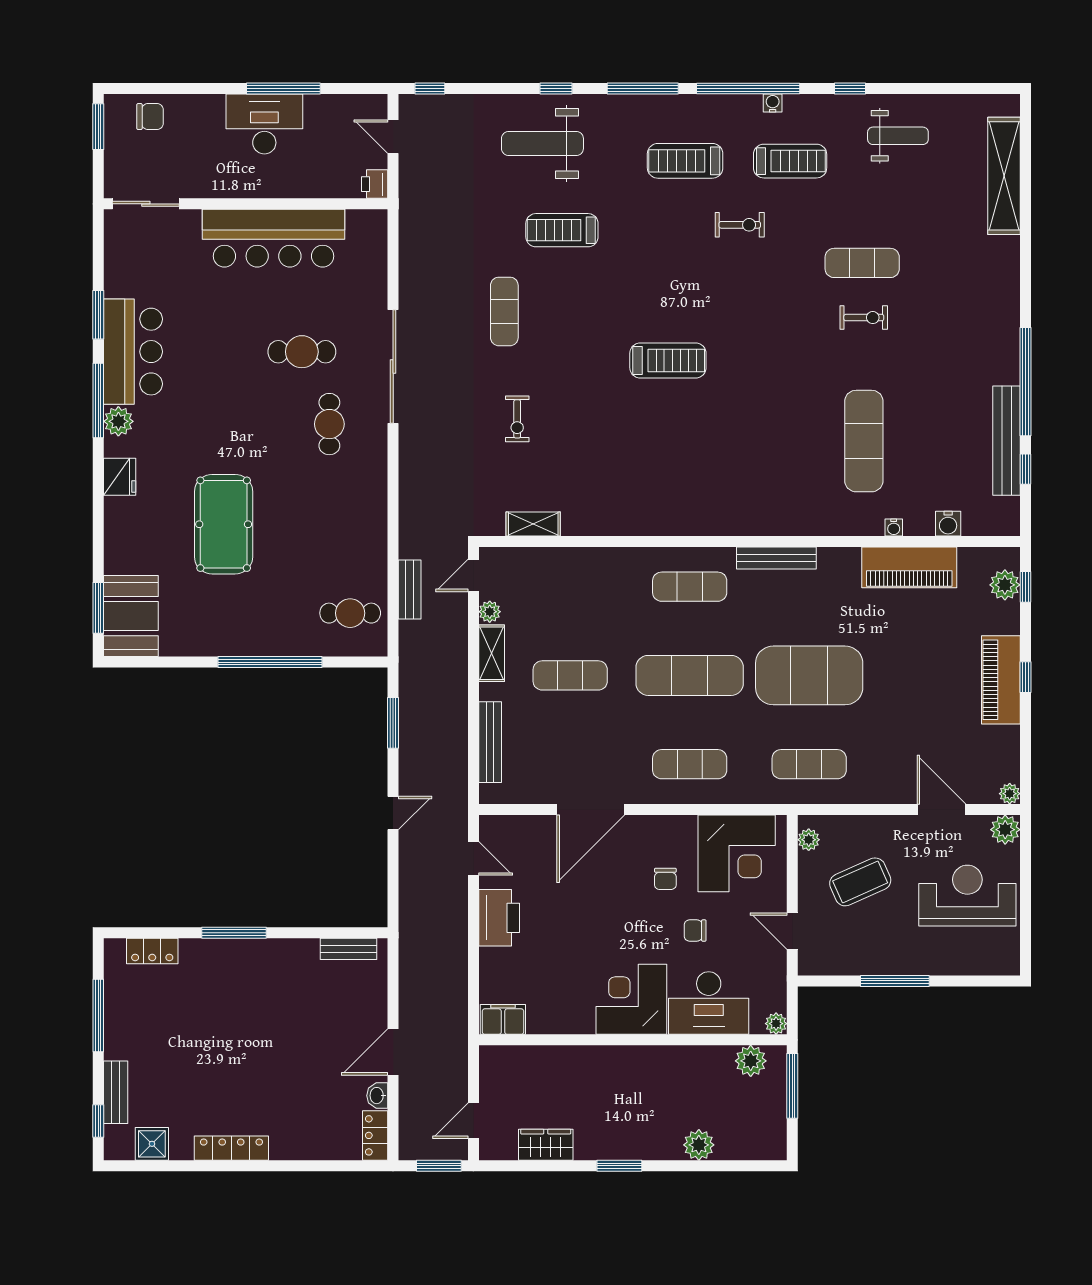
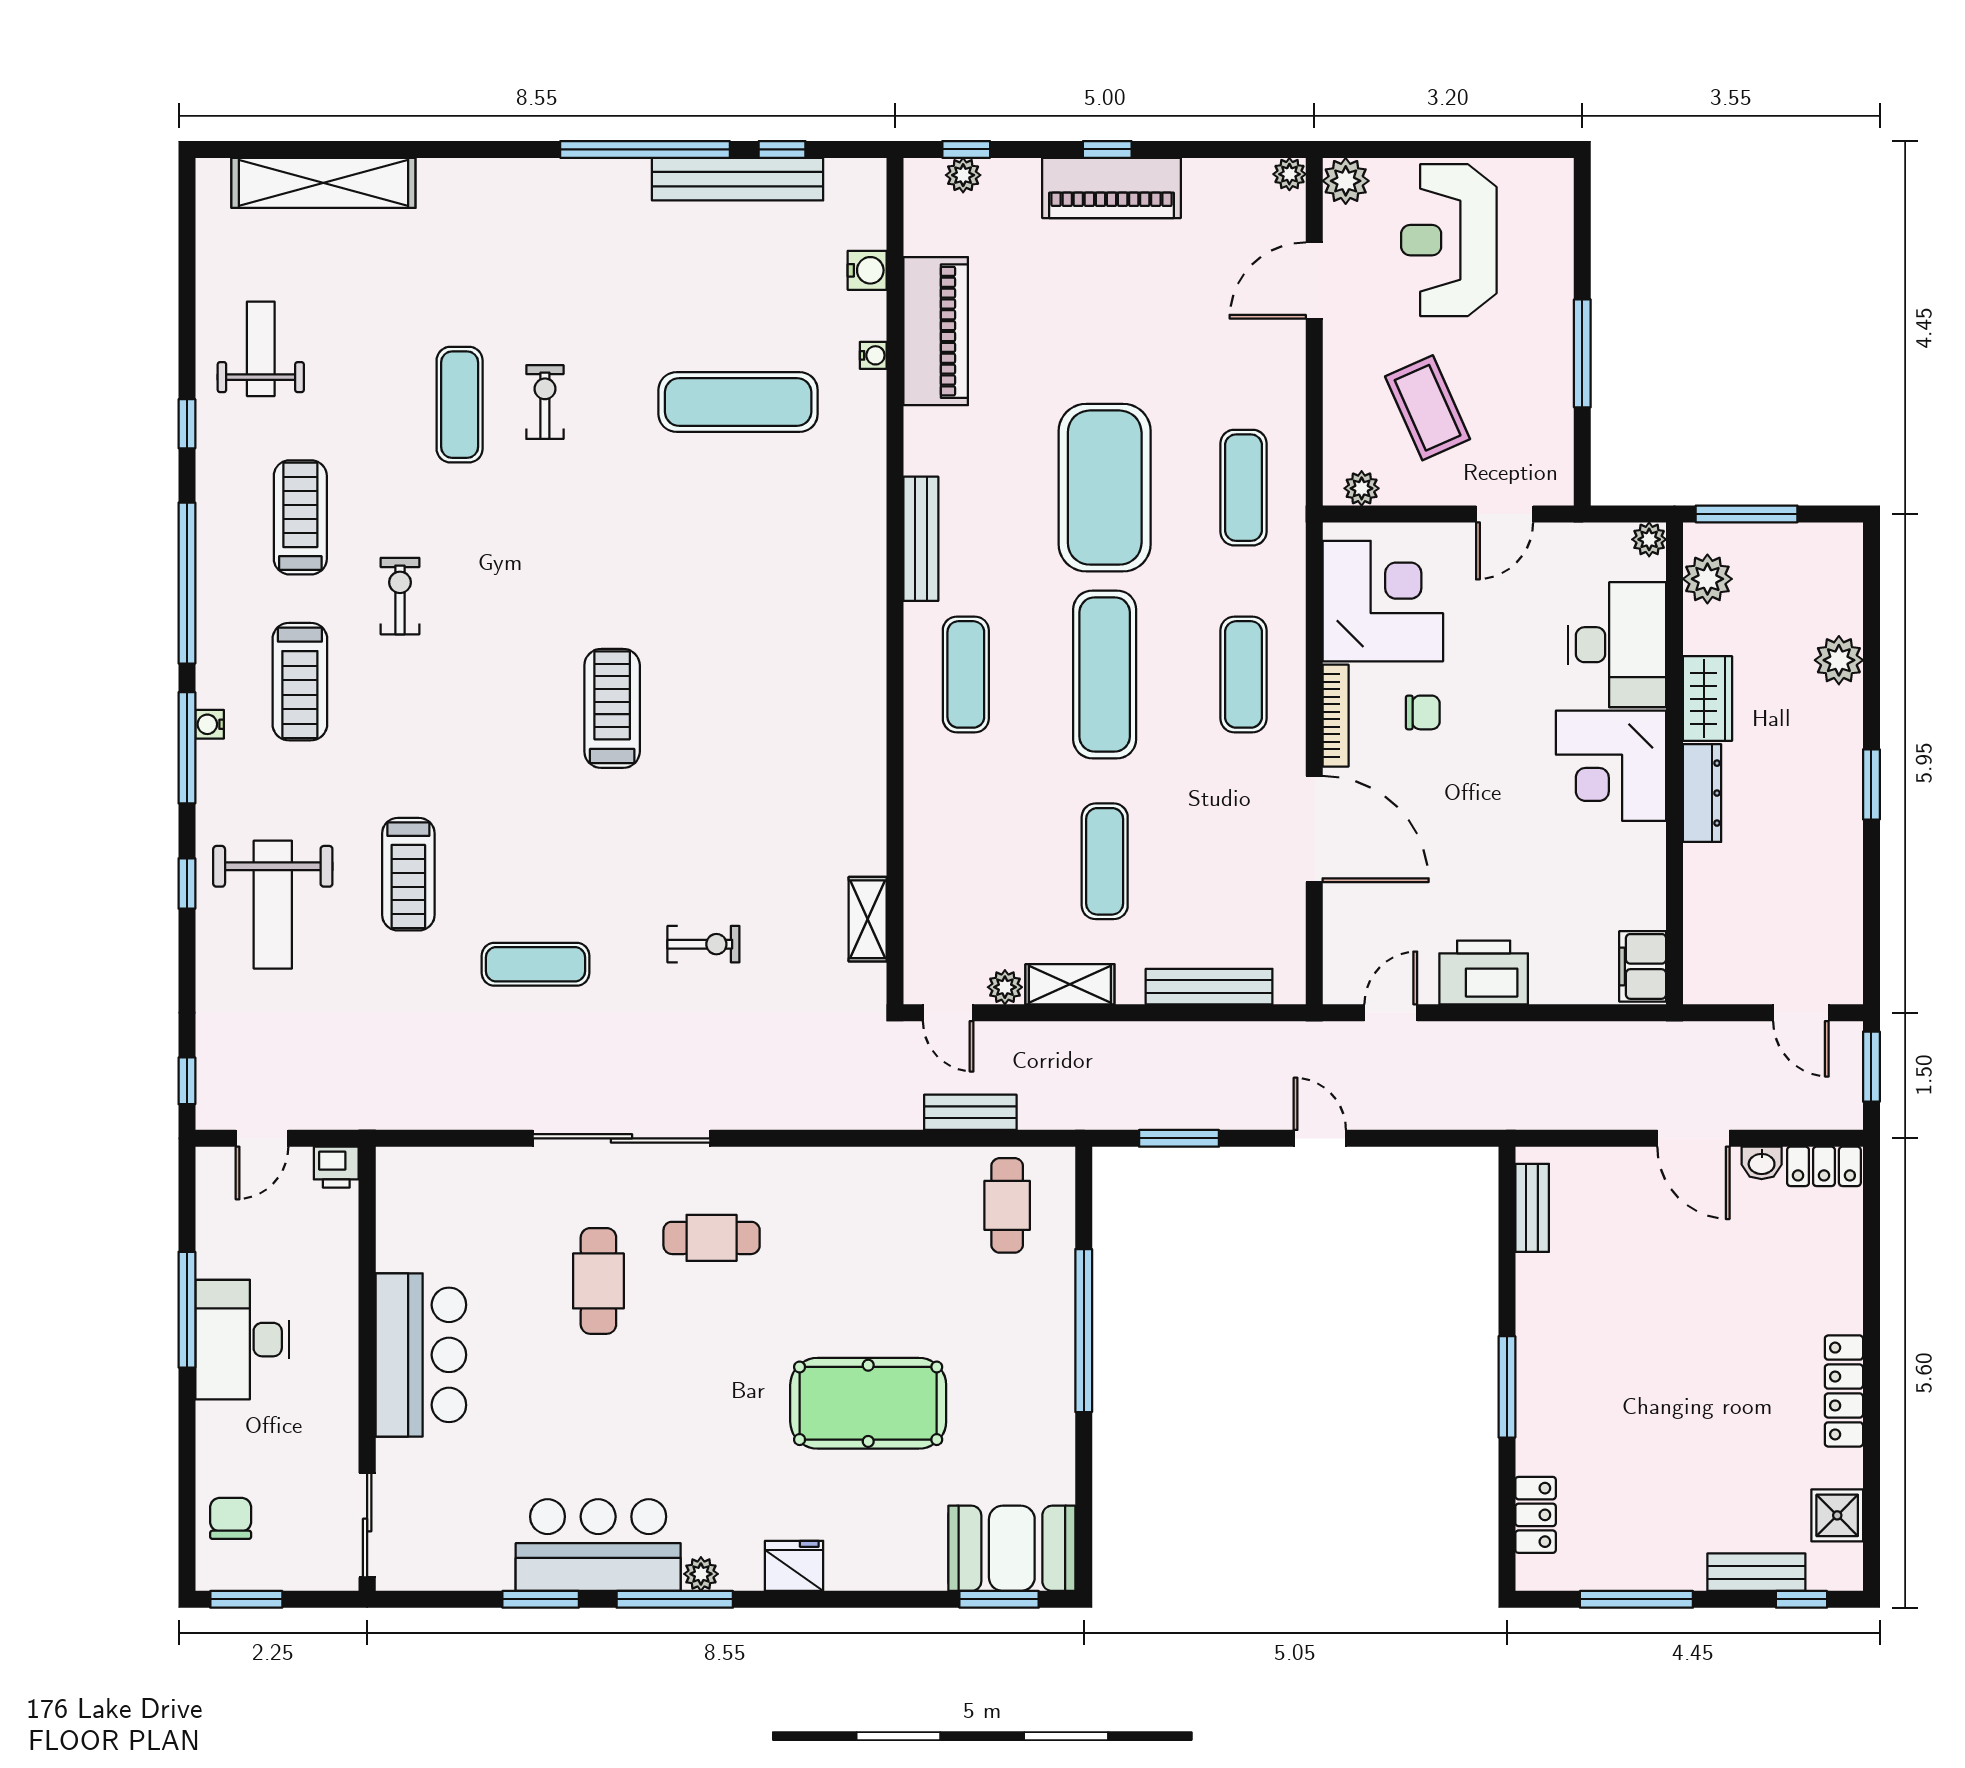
water cooler: (773, 103) -> (210, 724), moved
bar counter: (274, 238) -> (421, 1355), width x0.73
plant: (118, 421) -> (701, 1574), width x0.73, depth x0.73
plant: (1005, 585) -> (963, 175), width x0.73, depth x0.73
bookcase: (663, 823) -> (1336, 716), added
chair: (695, 931) -> (1504, 666), removed
dresser: (614, 1057) -> (1702, 793), added
wardrobe: (546, 1145) -> (1707, 699), moved, turned 180

